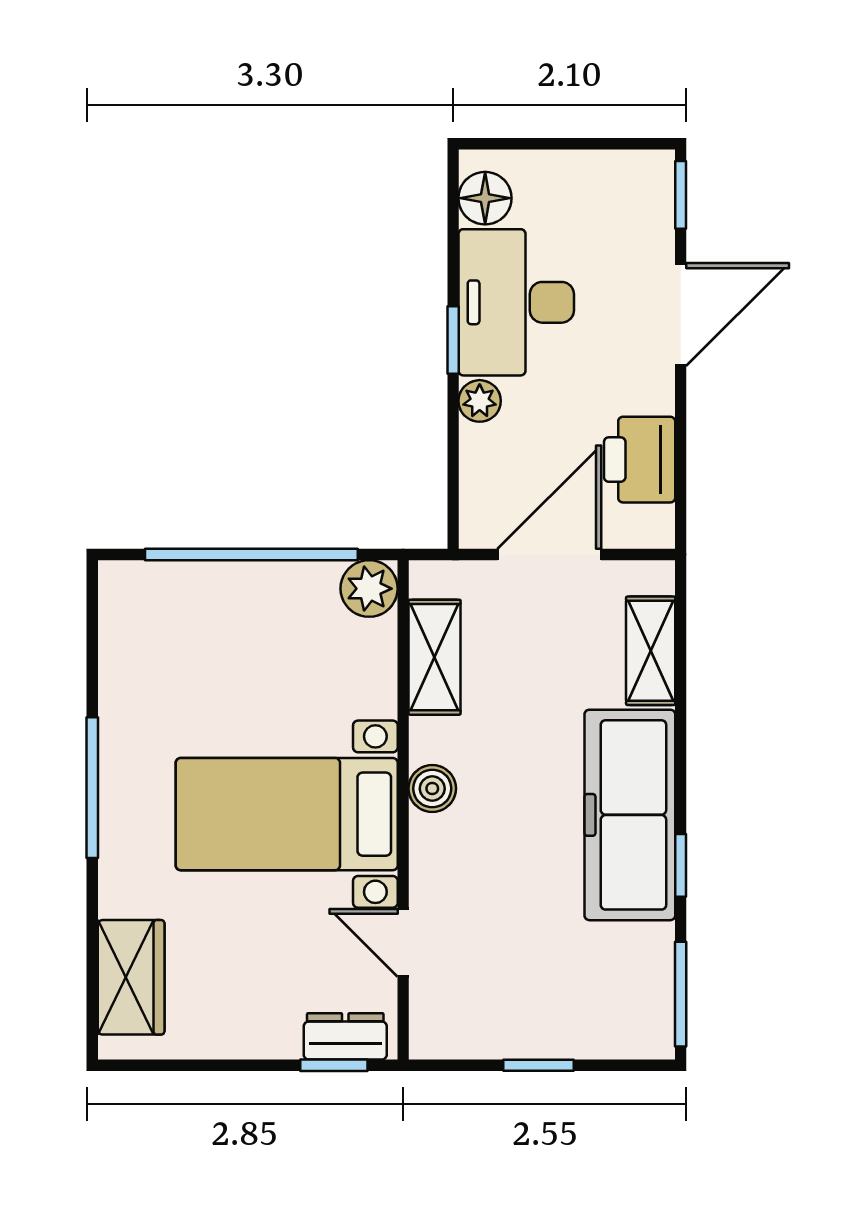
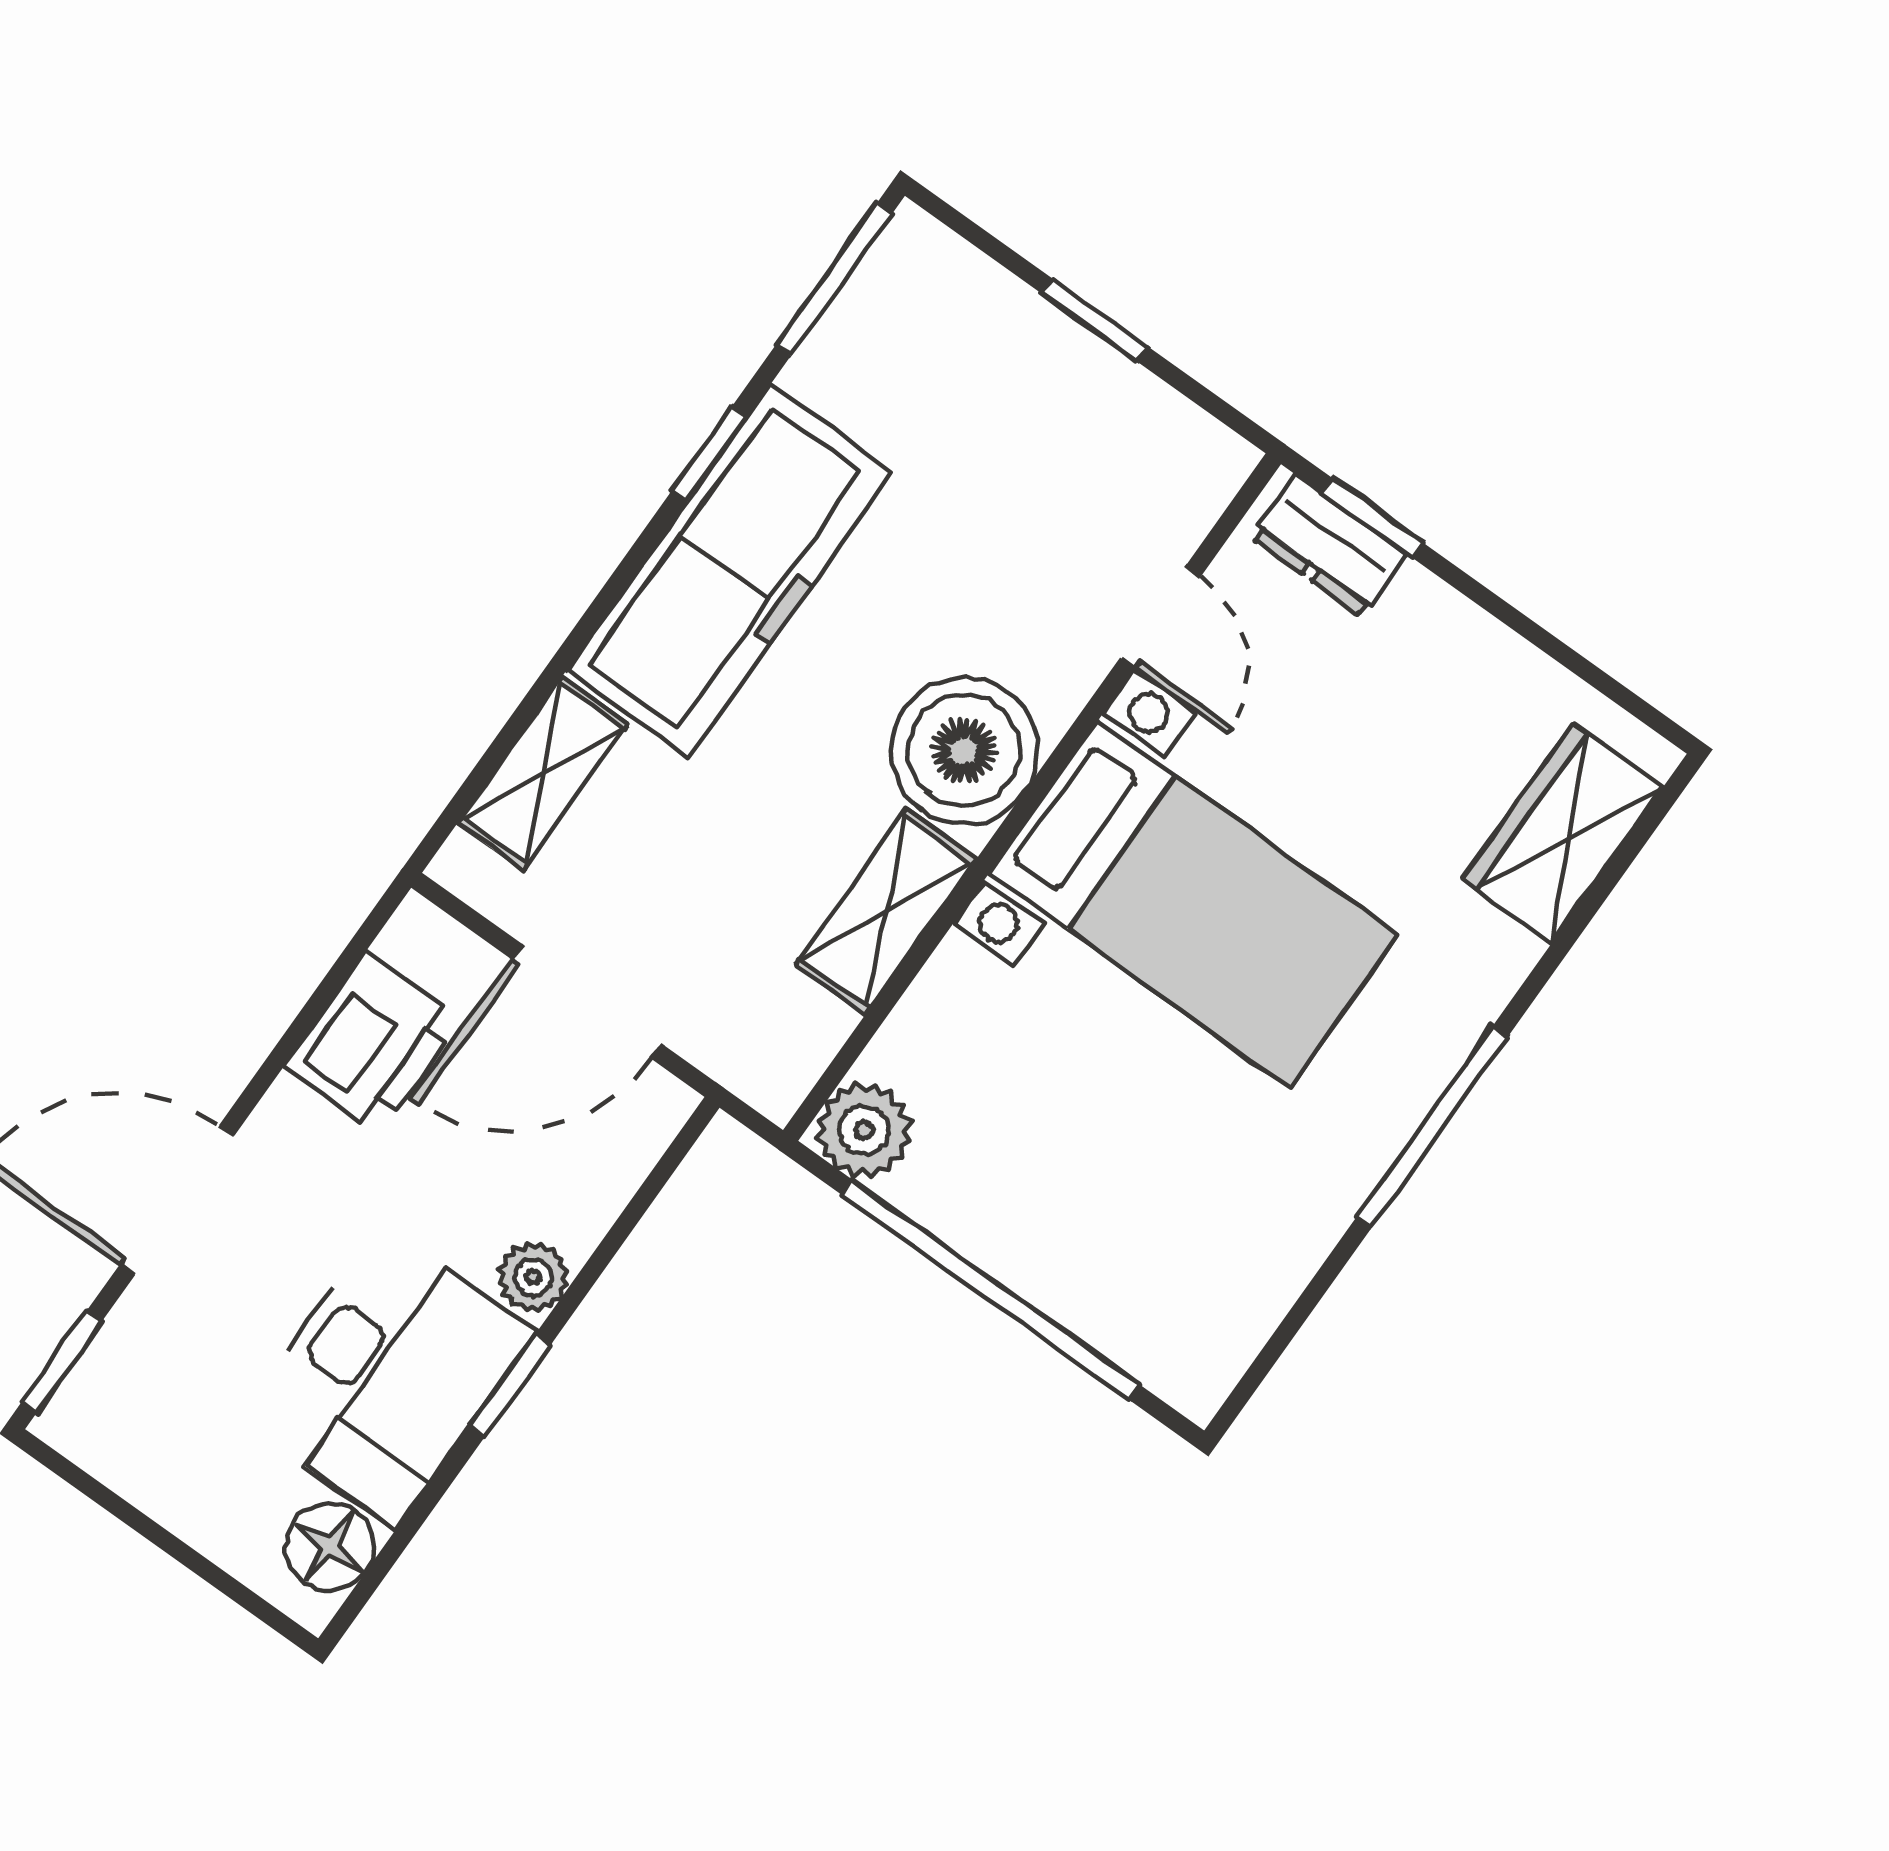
shelving: (435, 657) -> (886, 912), moved
boiler: (432, 789) -> (964, 751), width x1.86, depth x1.86

